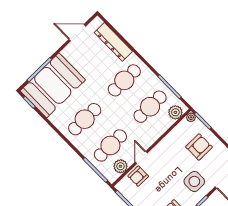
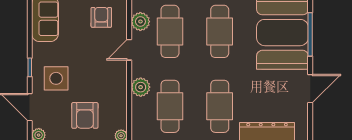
door: (77, 33) -> (310, 89), moved
plant: (175, 112) -> (141, 87), moved
door: (141, 158) -> (129, 50), swing flipped
armchair: (138, 176) -> (101, 17), moved

